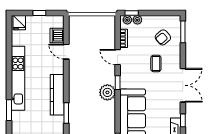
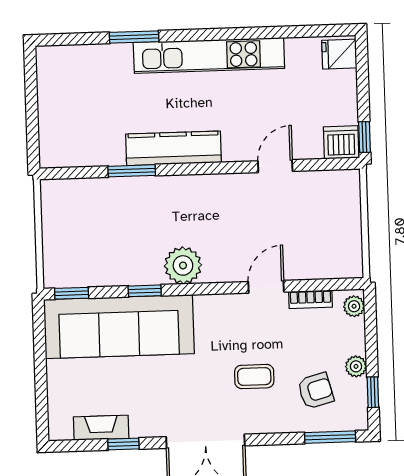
window: (39, 13) -> (364, 137), moved
window: (132, 13) -> (373, 392), moved
plant: (137, 20) -> (356, 366), moved
dishwasher: (57, 36) -> (341, 142), moved
armchair: (163, 37) -> (316, 391), turned 115
window: (118, 83) -> (145, 291), moved

